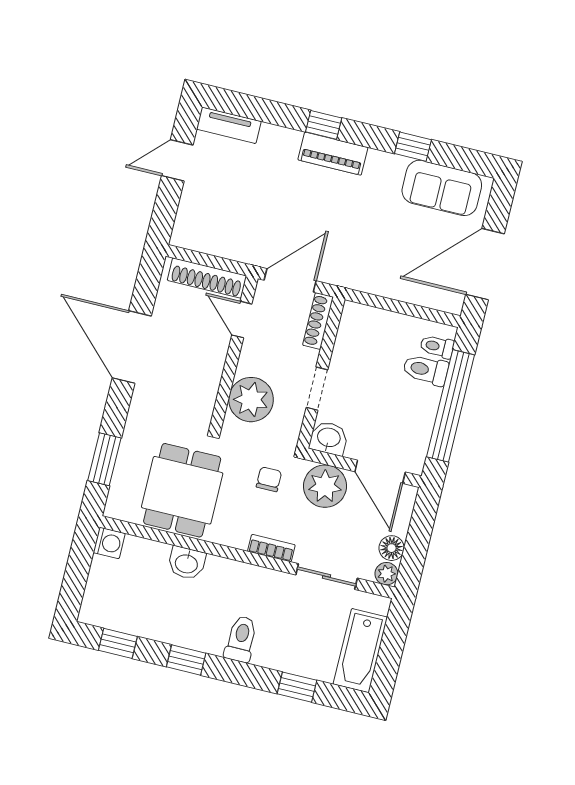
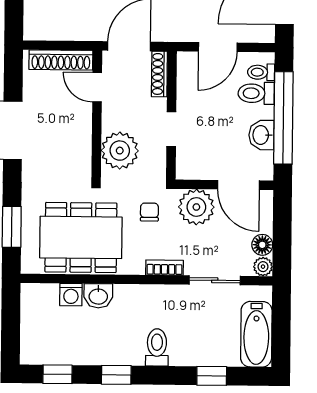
door: (393, 306) -> (218, 47), added
washbasin: (329, 438) -> (261, 135), moved, turned -90
dining table: (182, 490) -> (81, 237), width x1.38
washing machine: (109, 543) -> (71, 295), moved, turned 90

